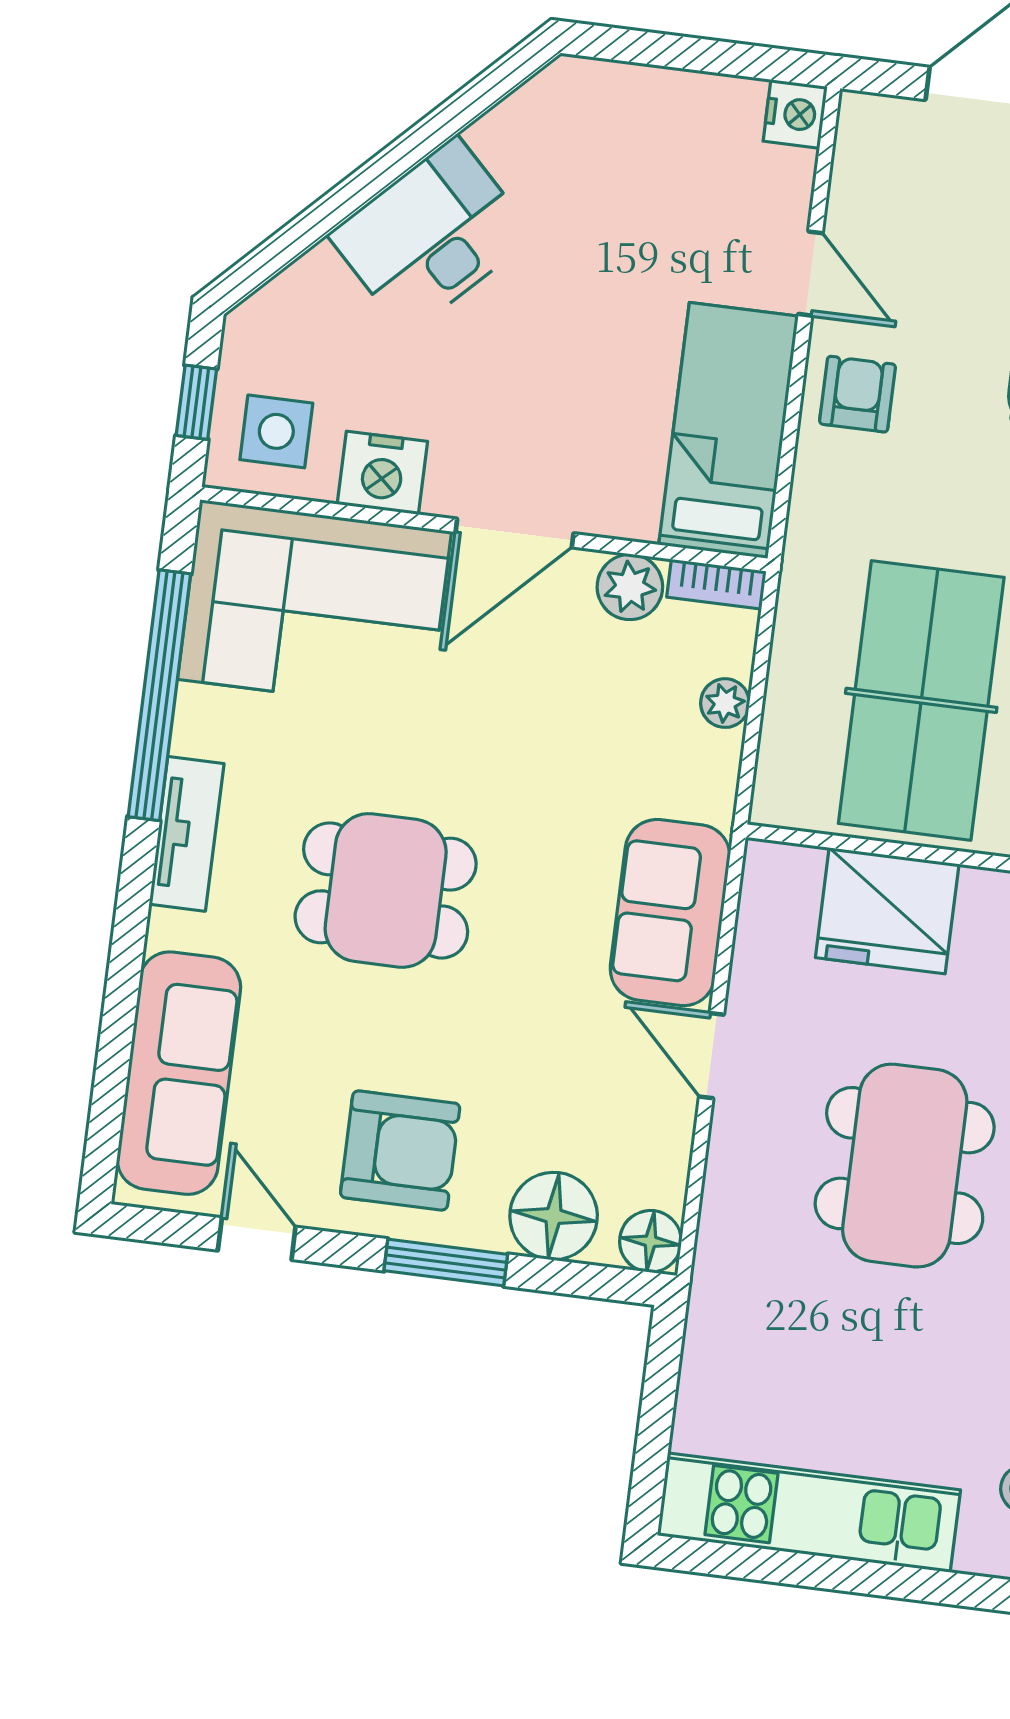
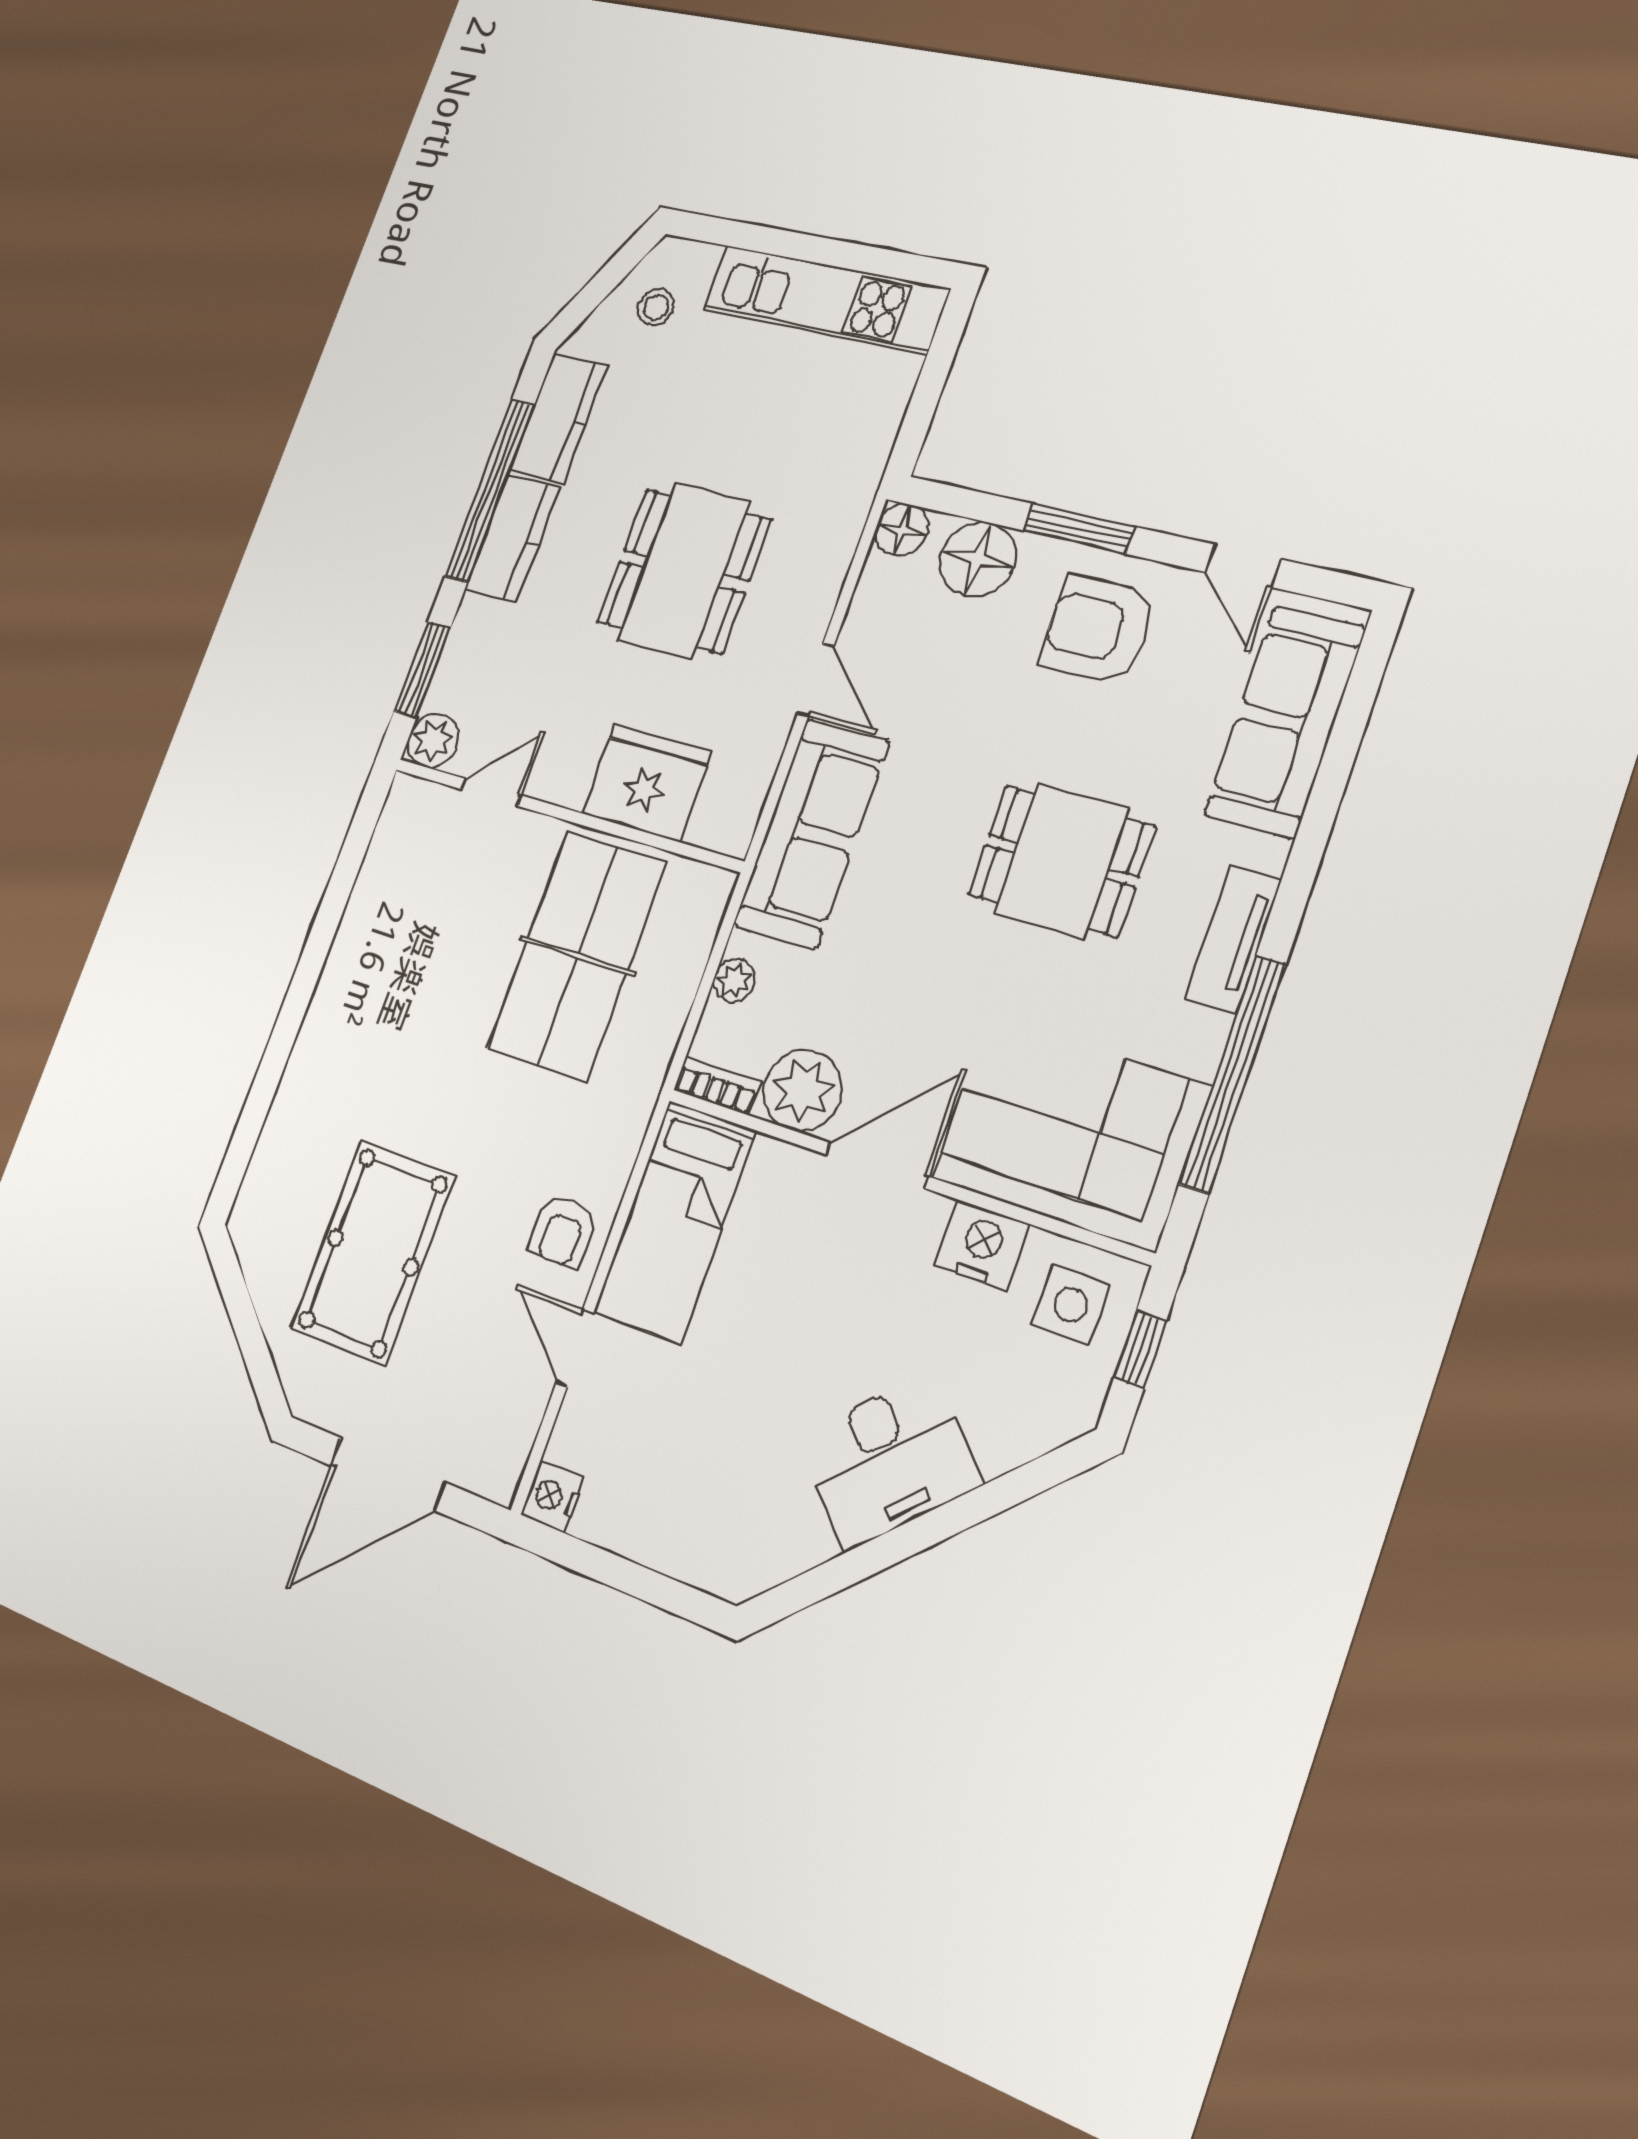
plant: (630, 587) -> (803, 1090), width x1.36, depth x1.36
sofa: (670, 913) -> (812, 834), width x1.36

